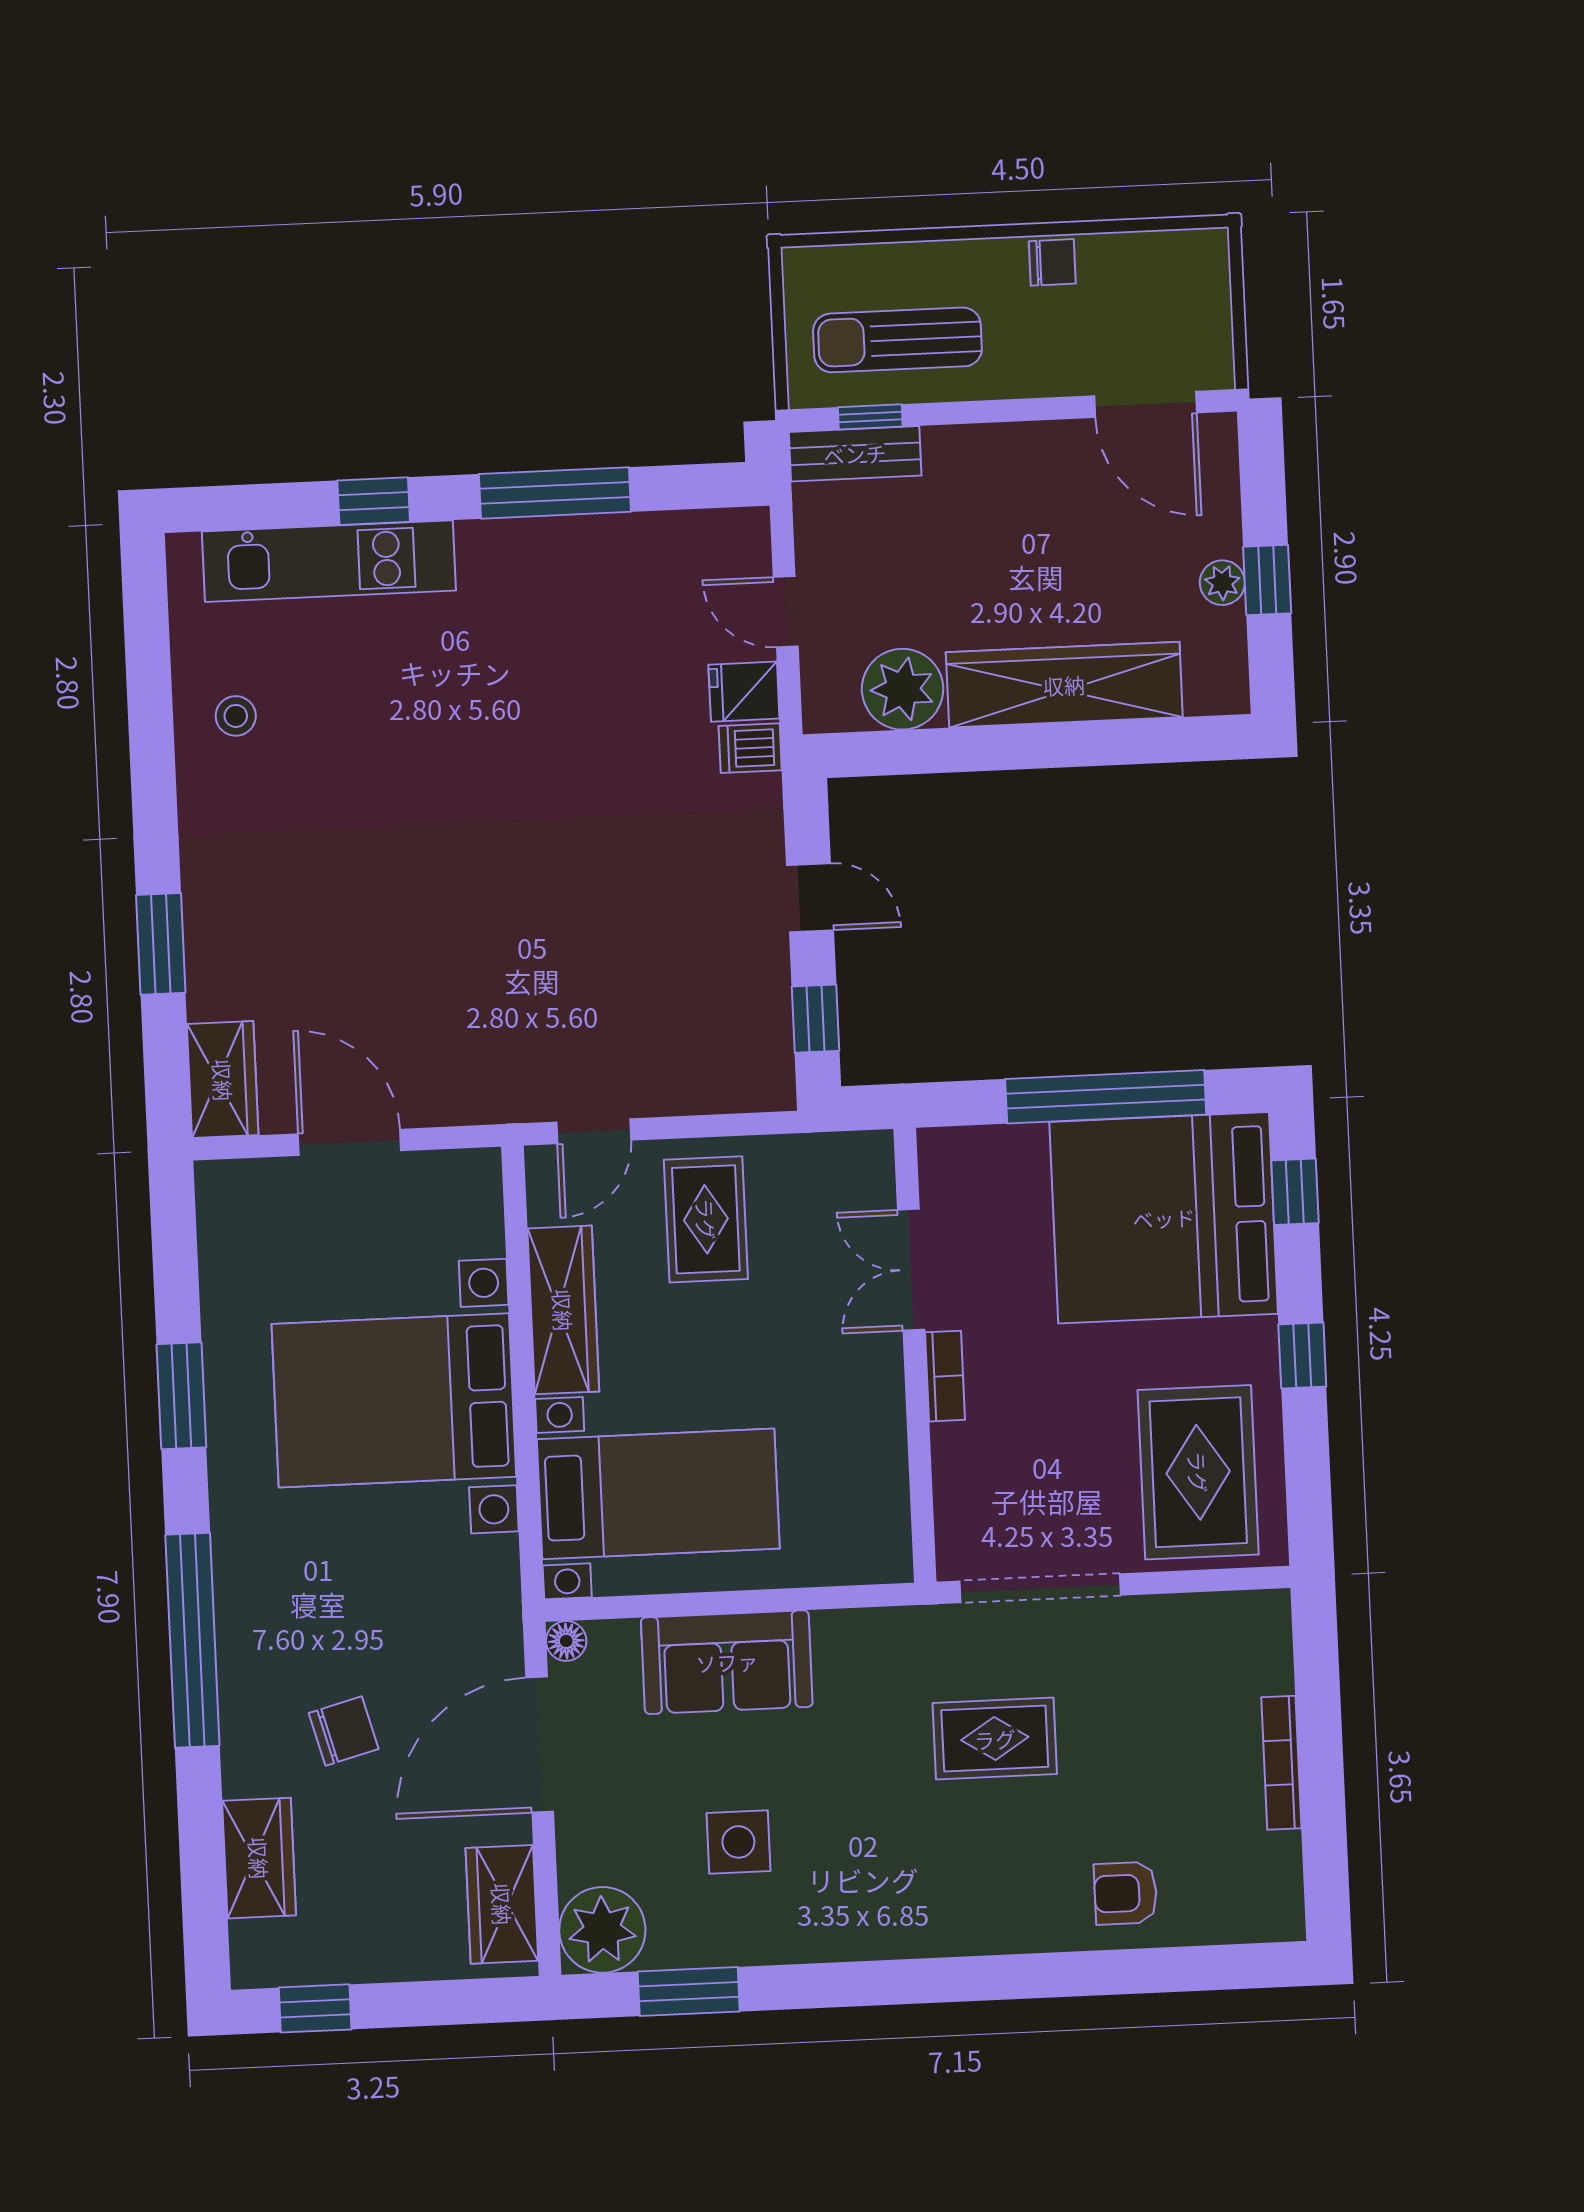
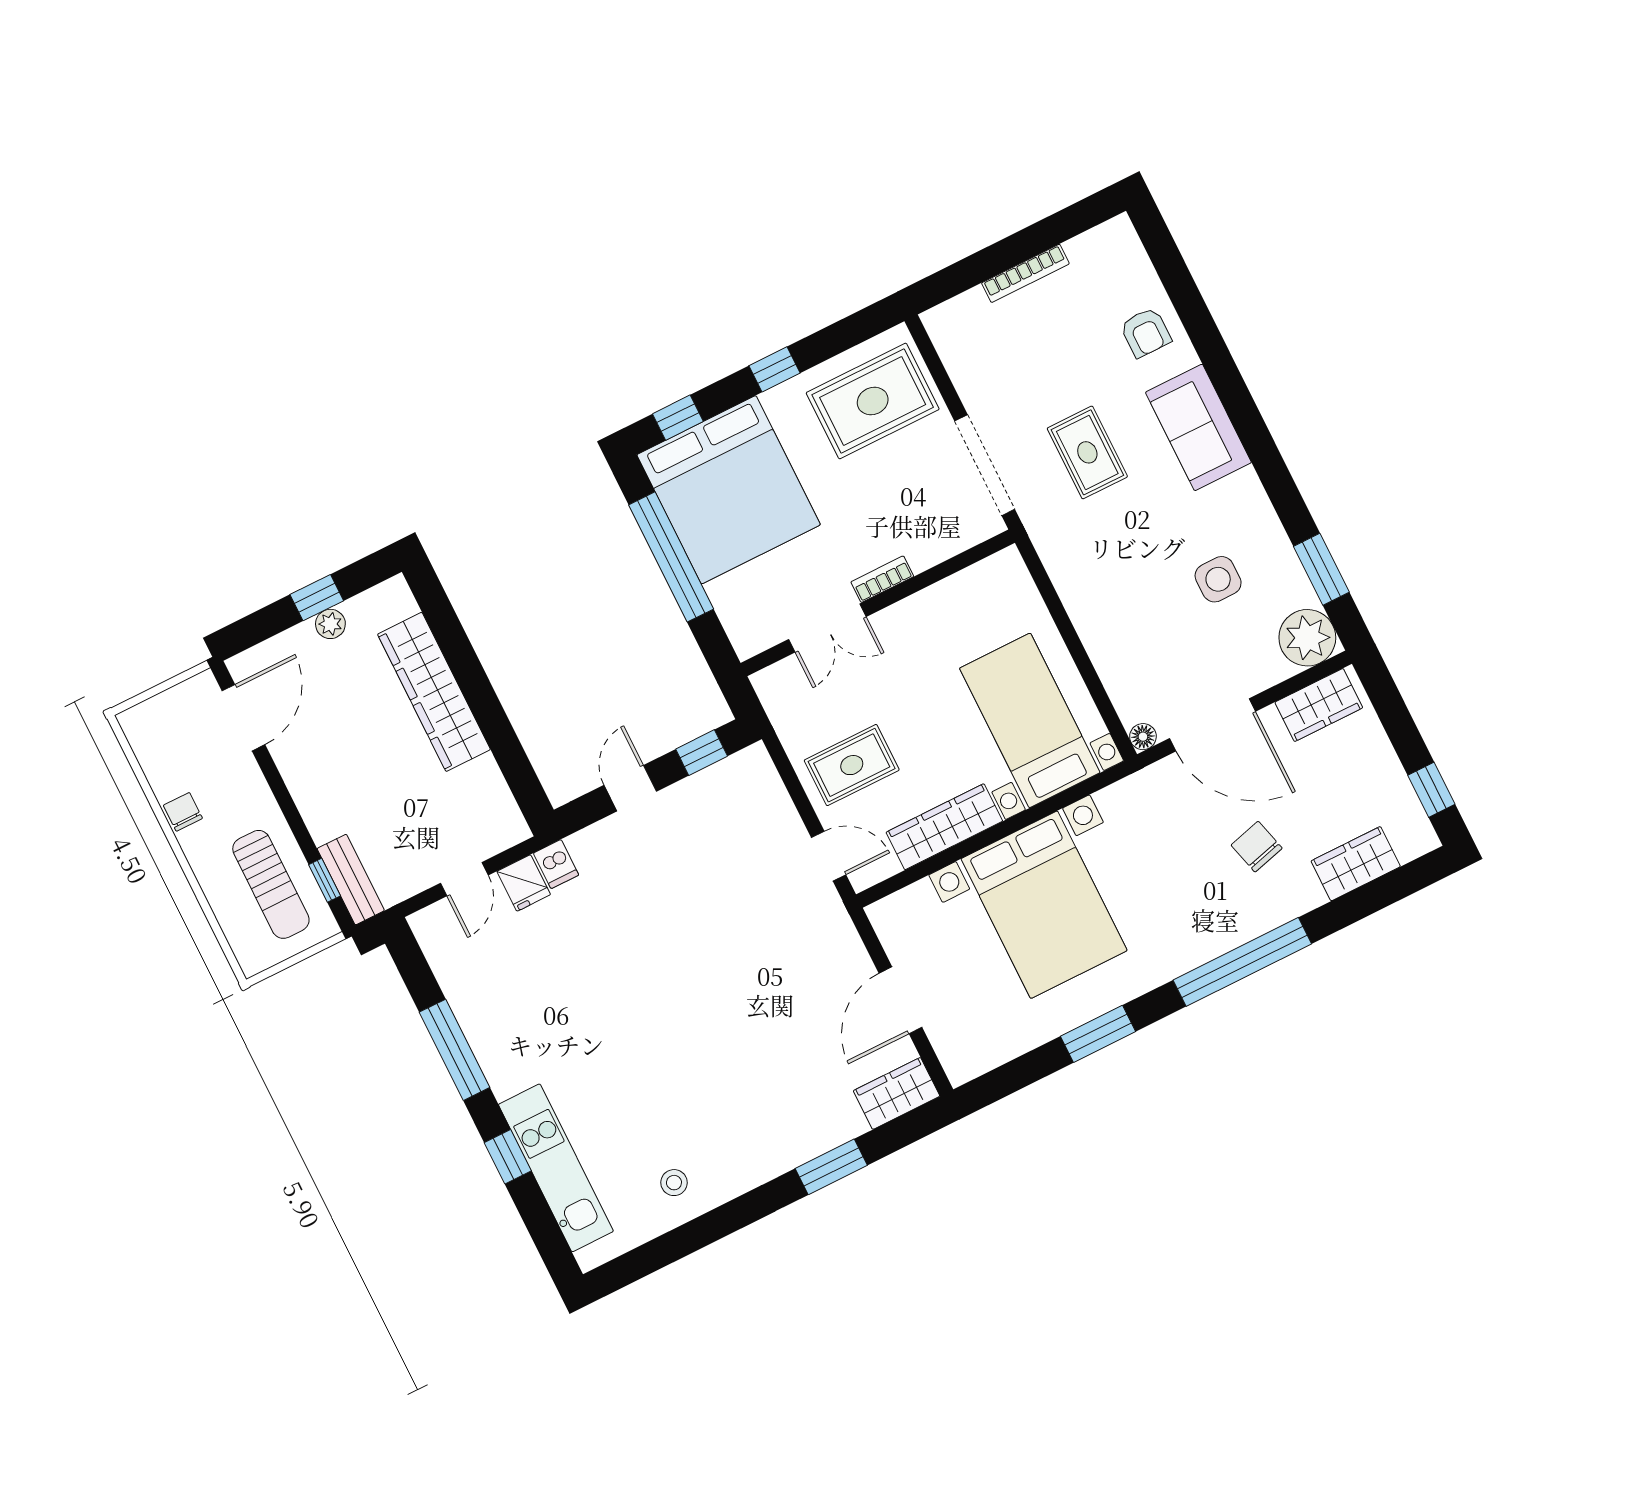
plant: (903, 689) -> (480, 788), removed
sofa: (727, 1662) -> (1198, 427), moved, turned 180

